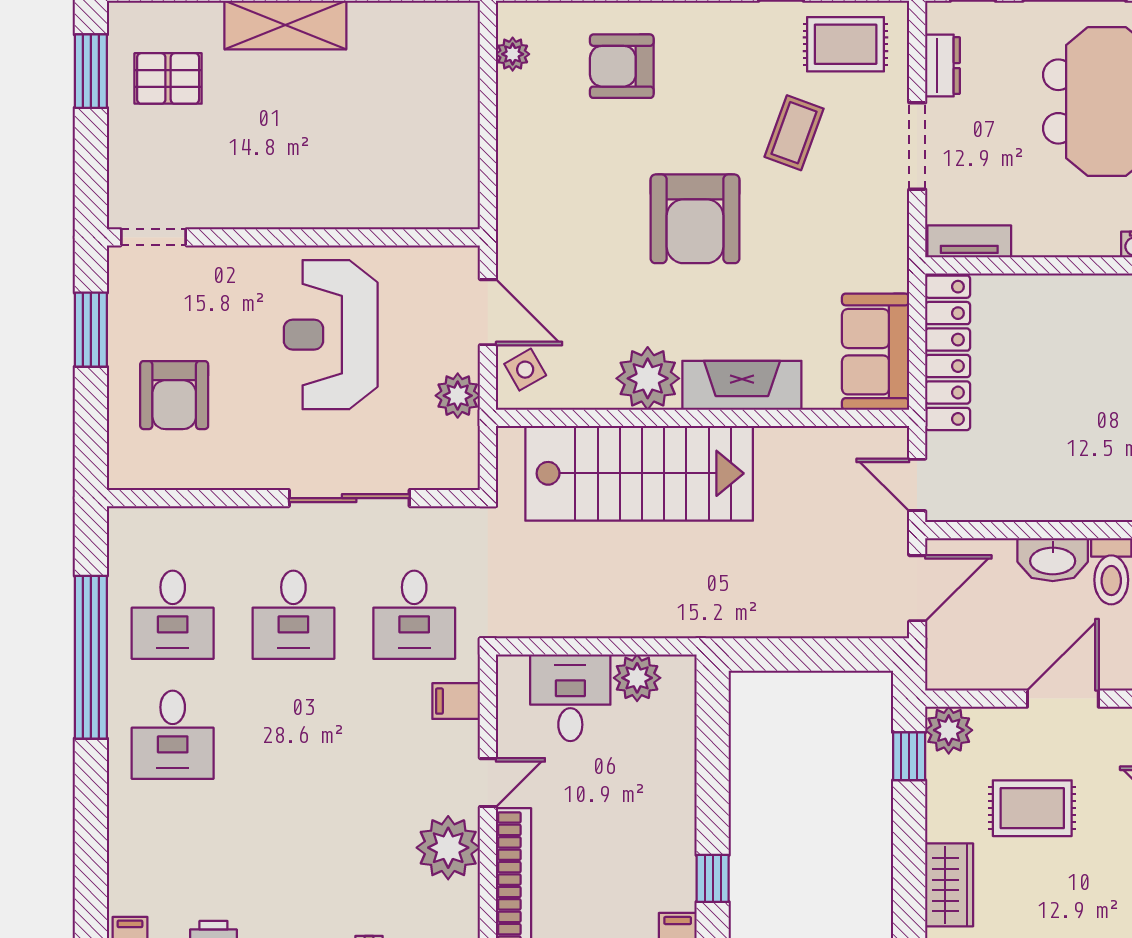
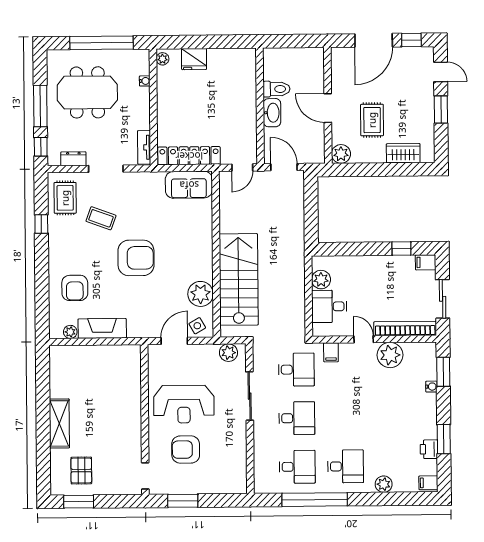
plant: (648, 378) -> (201, 294), moved
fireplace: (742, 385) -> (102, 328), moved, turned 90
armchair: (174, 395) -> (186, 450), moved, turned 180
plant: (458, 396) -> (228, 353), moved
window: (909, 756) -> (352, 170), removed
plant: (128, 829) -> (384, 484), added

